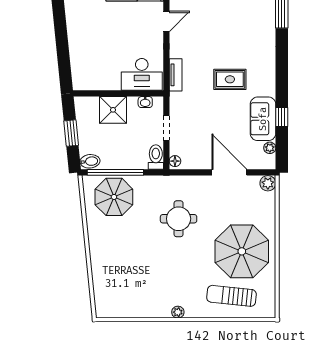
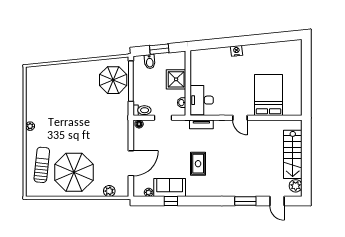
nightstand: (74, 26) -> (236, 51), added
bidet: (90, 161) -> (150, 62), moved
plant: (268, 183) -> (109, 191), moved
round table: (179, 219) -> (97, 127), removed

